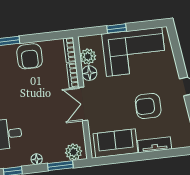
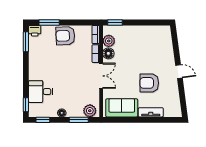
window: (117, 28) -> (115, 22), moved
corner sofa: (134, 52) -> (144, 41), removed
armchair: (30, 56) -> (65, 36), turned 88
double door: (83, 104) -> (101, 76), swing flipped

